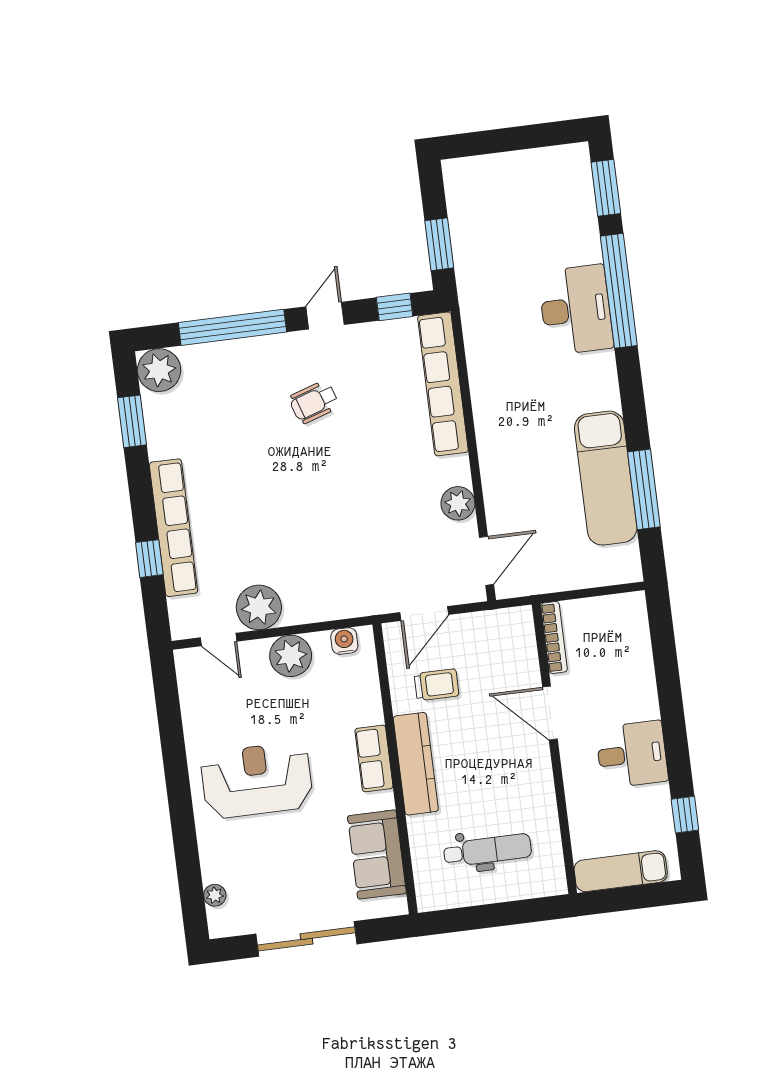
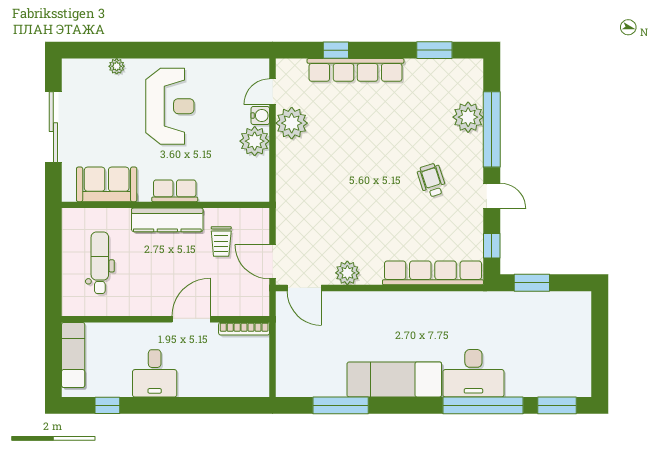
plant: (159, 370) -> (468, 117), moved
exam couch: (606, 478) -> (394, 379), moved
door: (424, 614) -> (273, 262), moved
water cooler: (344, 641) -> (260, 116), moved
dental chair: (488, 850) -> (100, 263), turned 180
plant: (215, 895) -> (117, 66), moved

